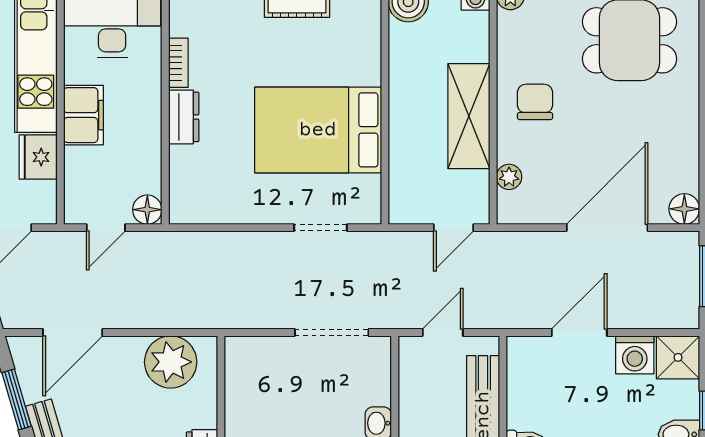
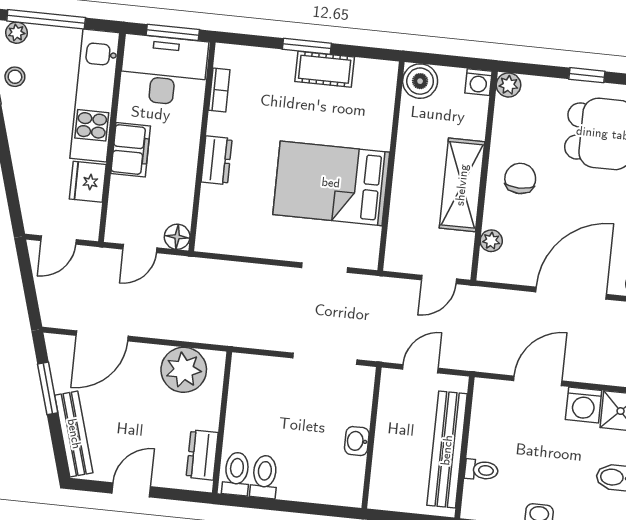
bookcase: (178, 63) -> (219, 90), moved

